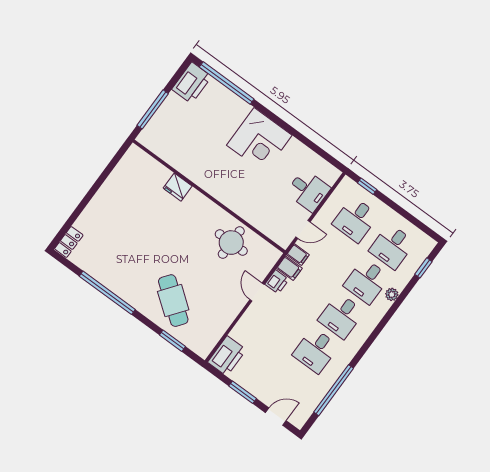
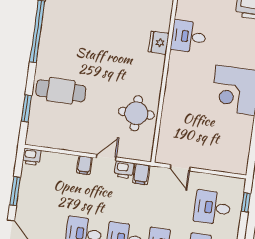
desk: (308, 190) -> (189, 37), moved, turned 90
filing cabinet: (298, 255) -> (85, 165), moved
cafe table: (173, 301) -> (61, 91), turned 53
printer: (227, 356) -> (32, 157), width x0.53, depth x0.68

